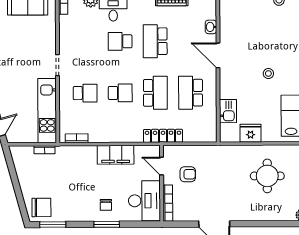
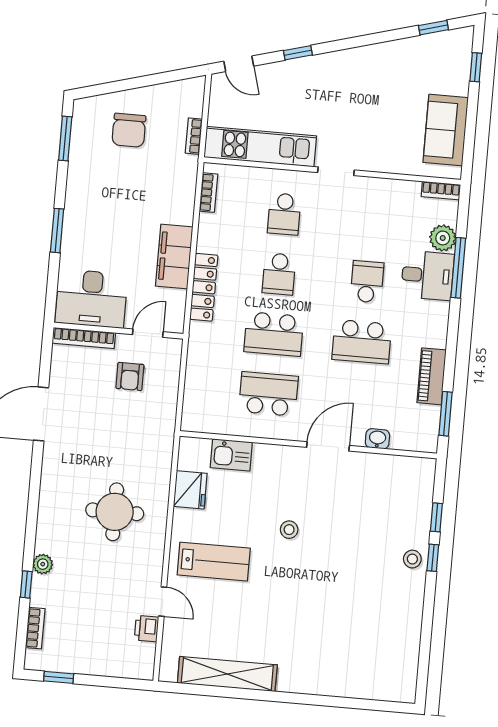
school desk: (155, 41) -> (362, 342), turned 180
locker: (163, 136) -> (204, 287), moved
chair: (106, 205) -> (90, 232), removed
chair: (41, 207) -> (129, 130), moved

